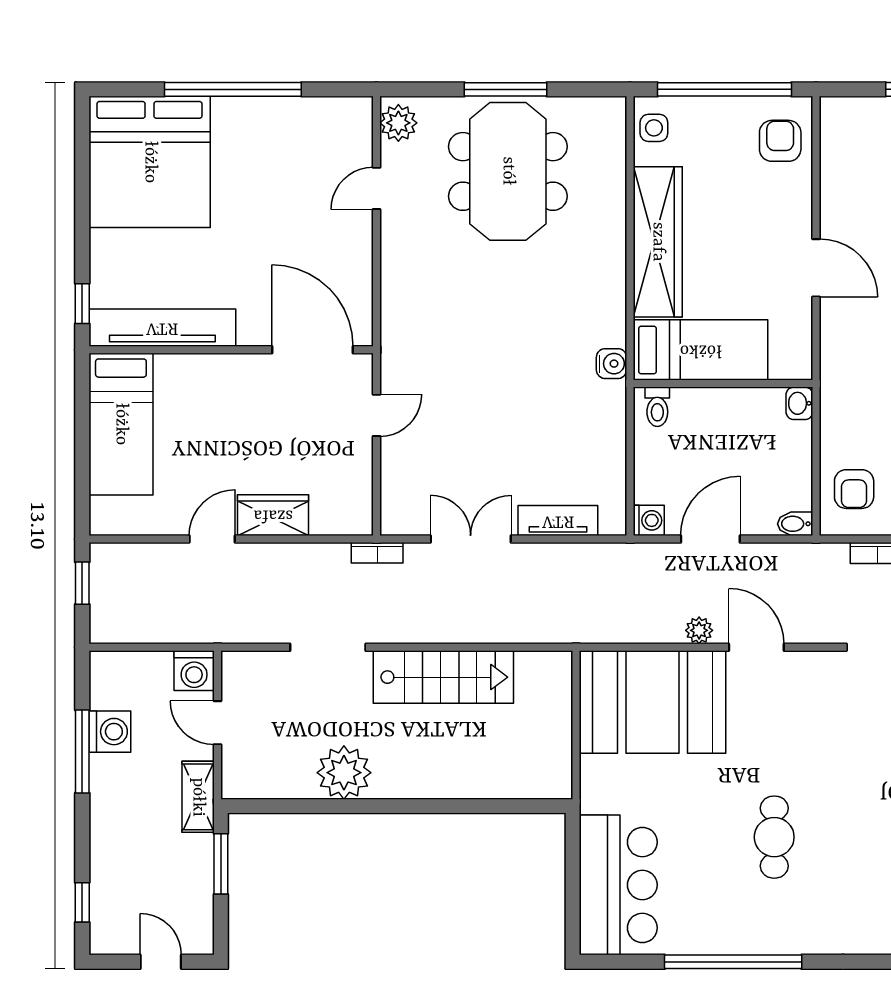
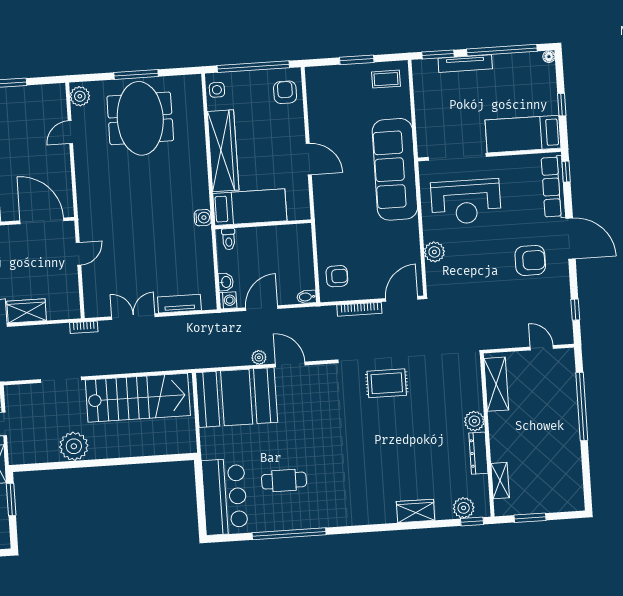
washbasin: (799, 403) -> (226, 282), moved, turned 180
armchair: (854, 489) -> (337, 276), turned -90
stairs: (443, 677) -> (138, 398), width x1.36, depth x1.51
cafe table: (774, 837) -> (284, 481), moved, turned 90

